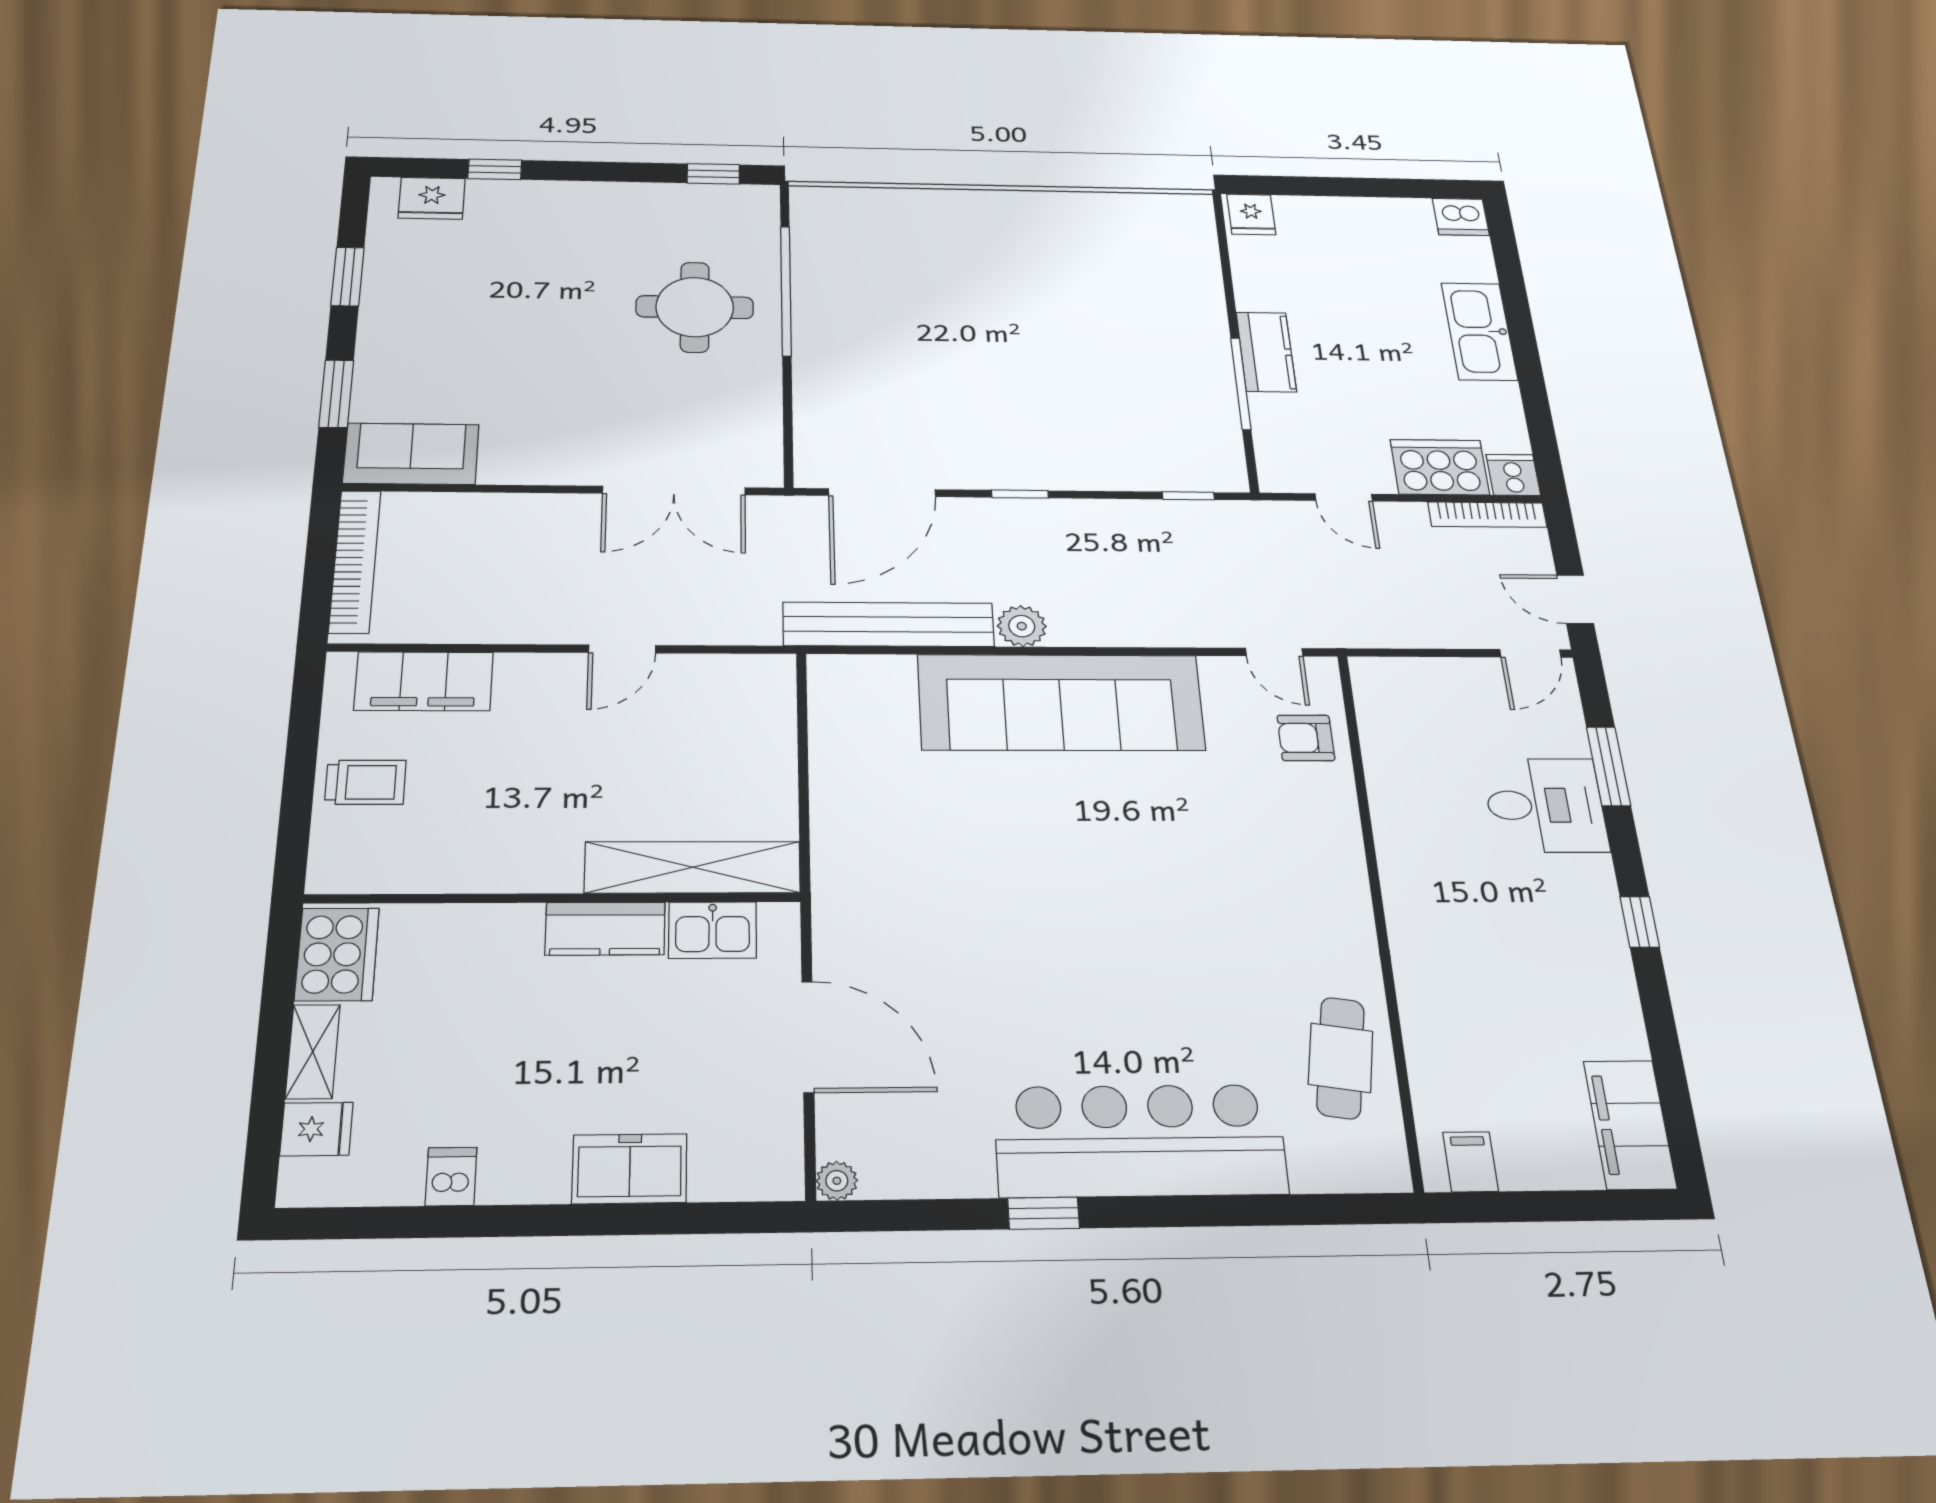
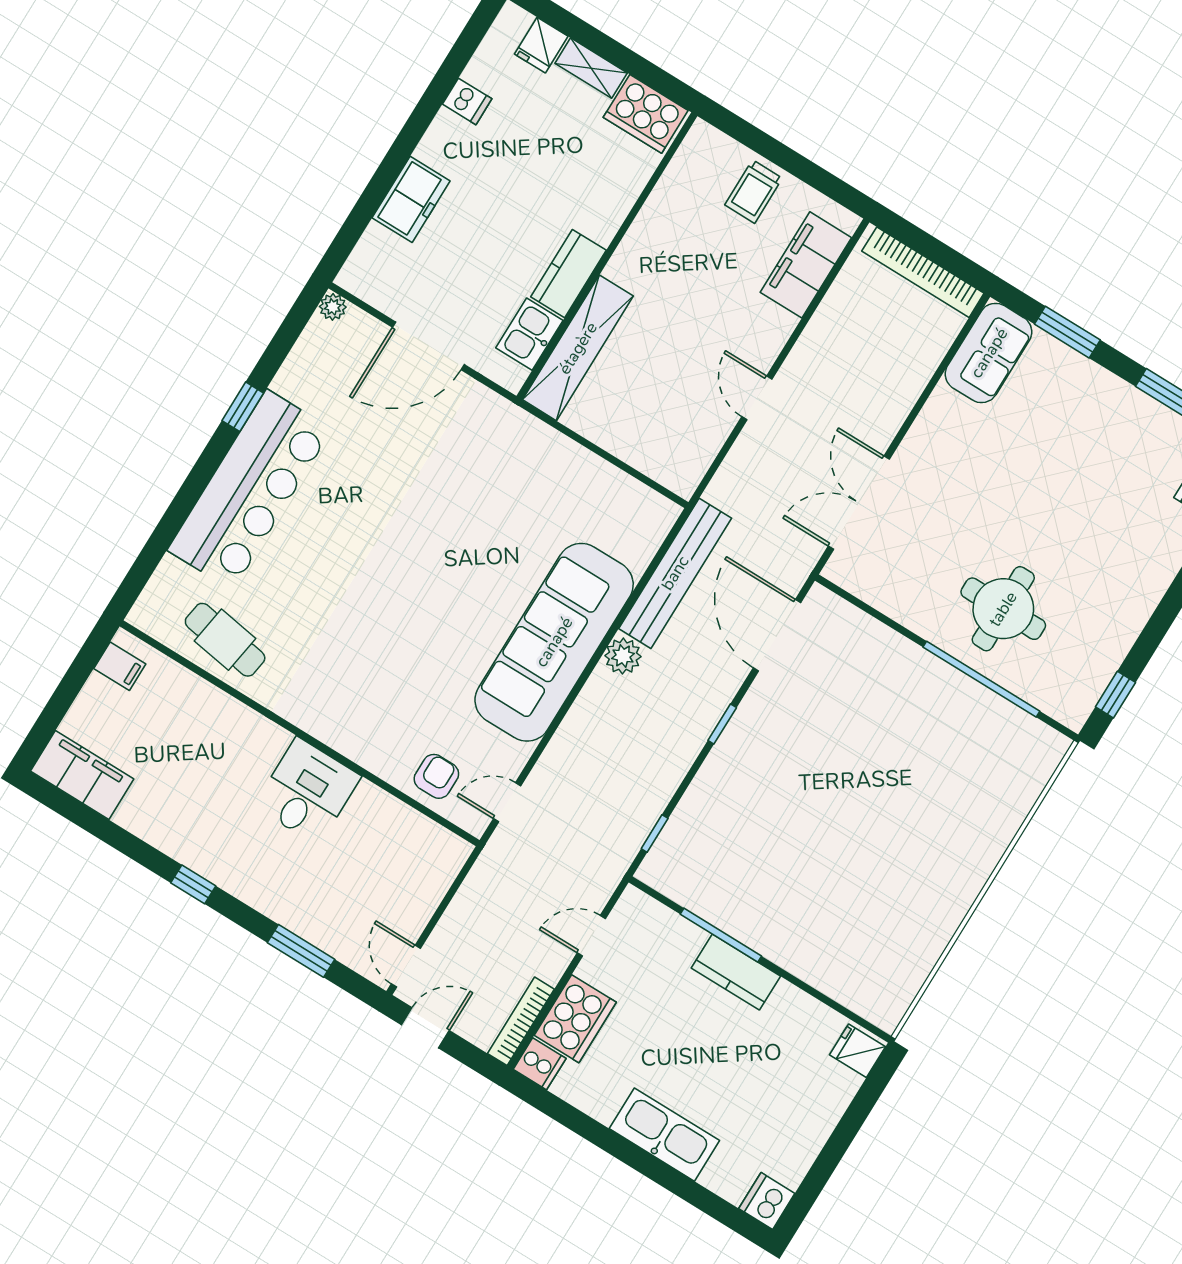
desk: (1545, 805) -> (307, 791), moved, turned 180

